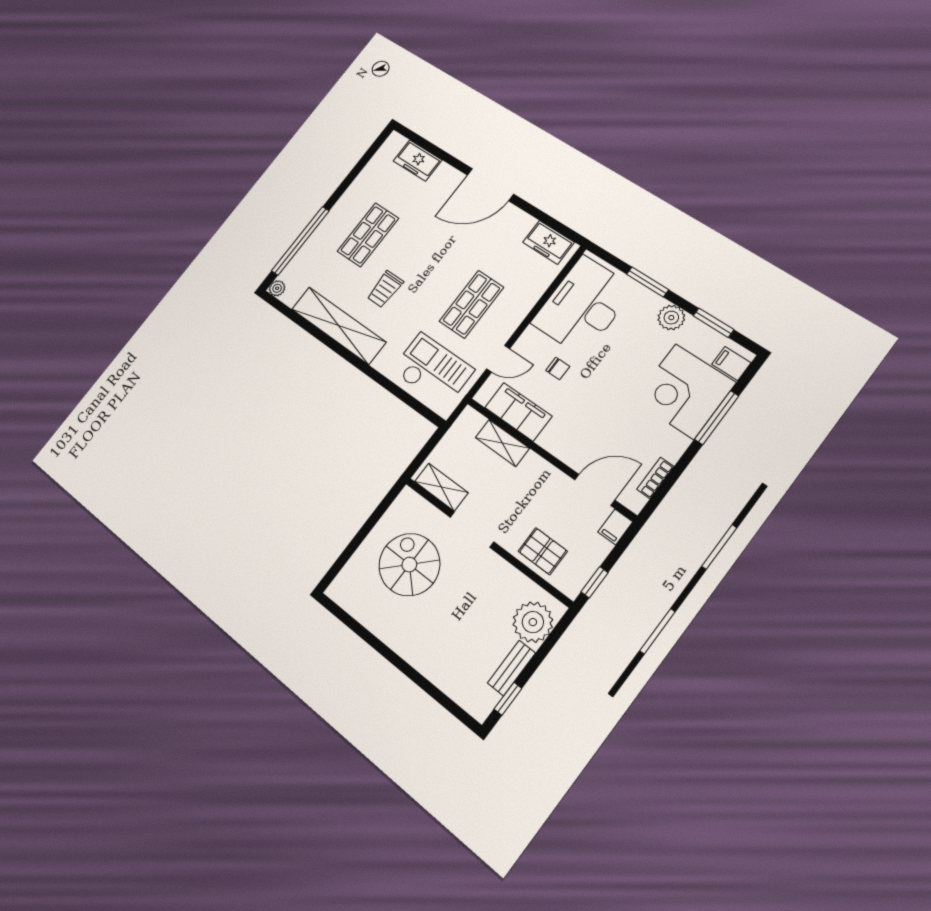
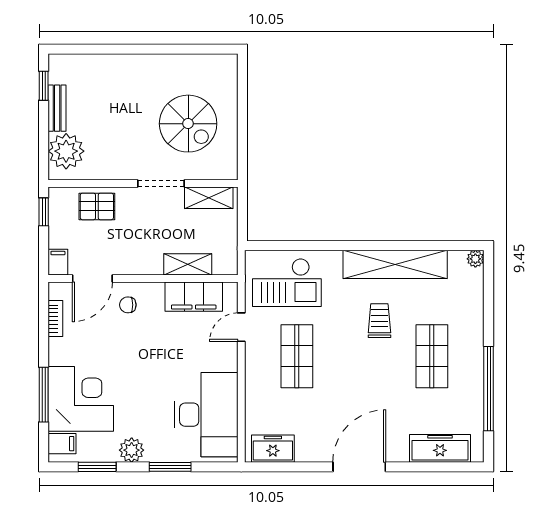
freezer: (418, 161) -> (440, 448), width x1.40
window: (300, 241) -> (489, 389), moved
chair: (558, 368) -> (128, 305), moved

